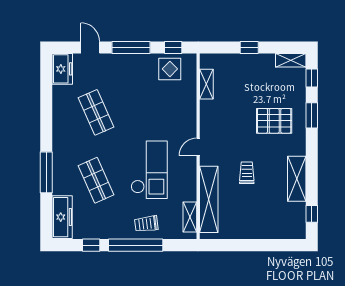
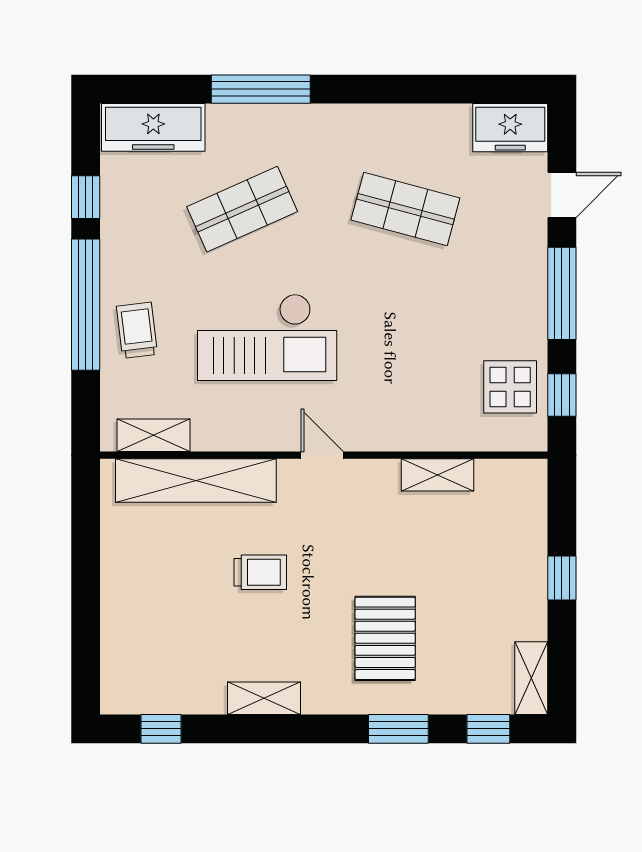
shelving: (206, 84) -> (437, 475), moved
shop shelf: (96, 112) -> (405, 209), turned 39
shelving: (297, 179) -> (264, 698), width x0.67, depth x0.75

